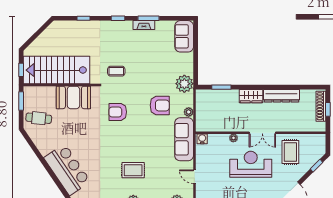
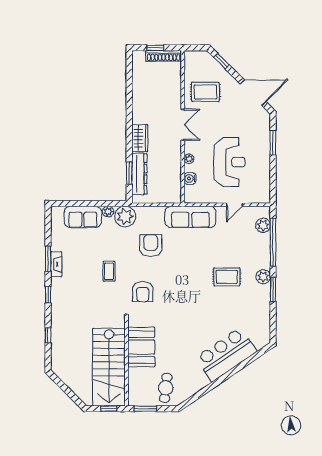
sofa: (184, 36) -> (83, 217), moved
coffee table: (116, 71) -> (109, 271), moved
dresser: (281, 96) -> (139, 174), moved
shoe rack: (321, 106) -> (164, 56), moved
armchair: (118, 112) -> (143, 292), moved
plant: (189, 112) -> (108, 212), moved
water cooler: (202, 139) -> (190, 178), moved
reception desk: (251, 164) -> (229, 162), moved, turned 180
rug: (133, 170) -> (227, 277), turned 90

